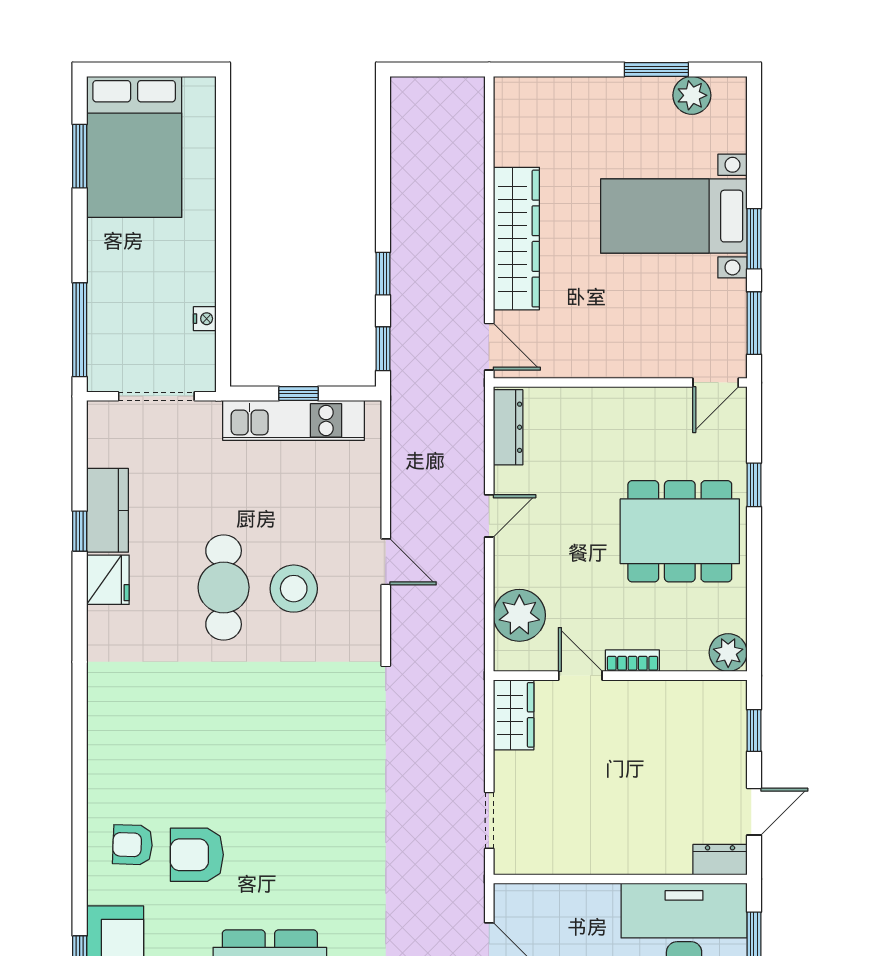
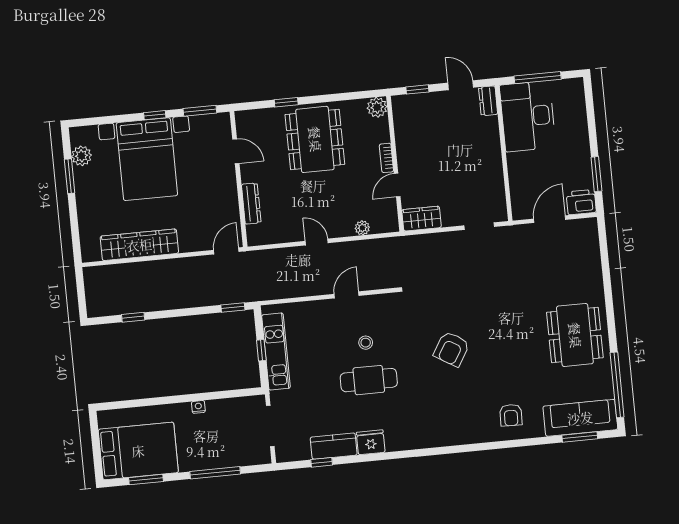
bed with nightstands: (674, 216) -> (147, 159), width x1.36
wardrobe: (516, 239) -> (139, 245), moved
window: (754, 239) -> (155, 115), width x0.67
window: (383, 274) -> (133, 317), moved
nightstand: (205, 319) -> (198, 407), moved
window: (80, 330) -> (215, 473), moved
door: (716, 383) -> (236, 151), moved
dresser: (508, 427) -> (251, 204), moved, turned 90
window: (80, 531) -> (322, 462), moved
stool: (294, 589) -> (366, 343), width x0.53, depth x0.53
plant: (519, 615) -> (362, 228), width x0.53, depth x0.53
armchair: (197, 855) -> (452, 349), moved, turned 31

